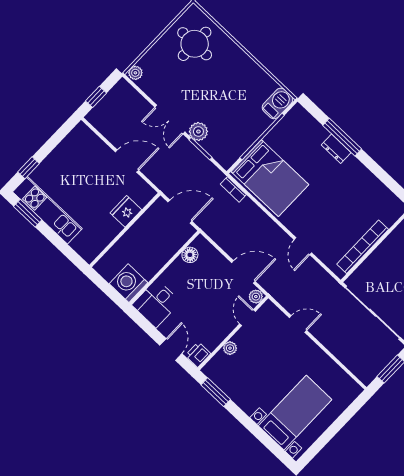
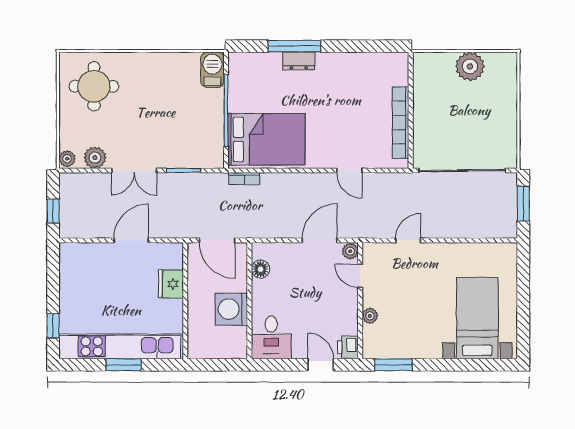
plant: (198, 132) -> (95, 158), moved
kitchen unit: (47, 210) -> (120, 346), width x1.36
door: (180, 212) -> (217, 240), swing flipped
window: (28, 213) -> (124, 365), moved
washing machine: (128, 283) -> (231, 309), moved

